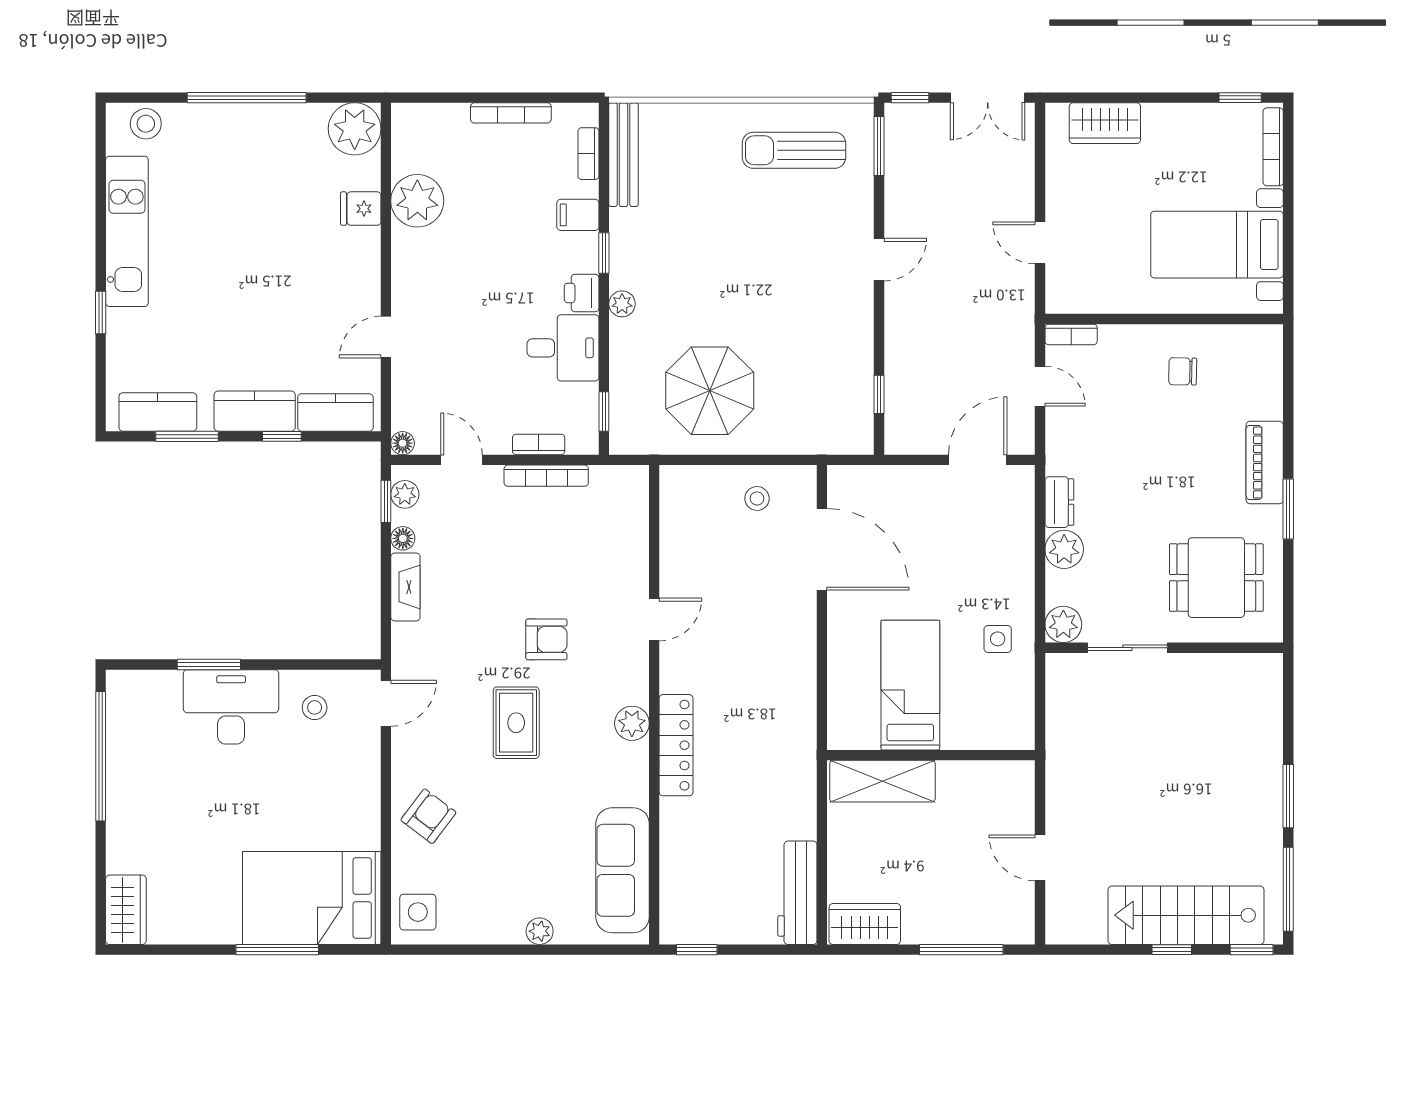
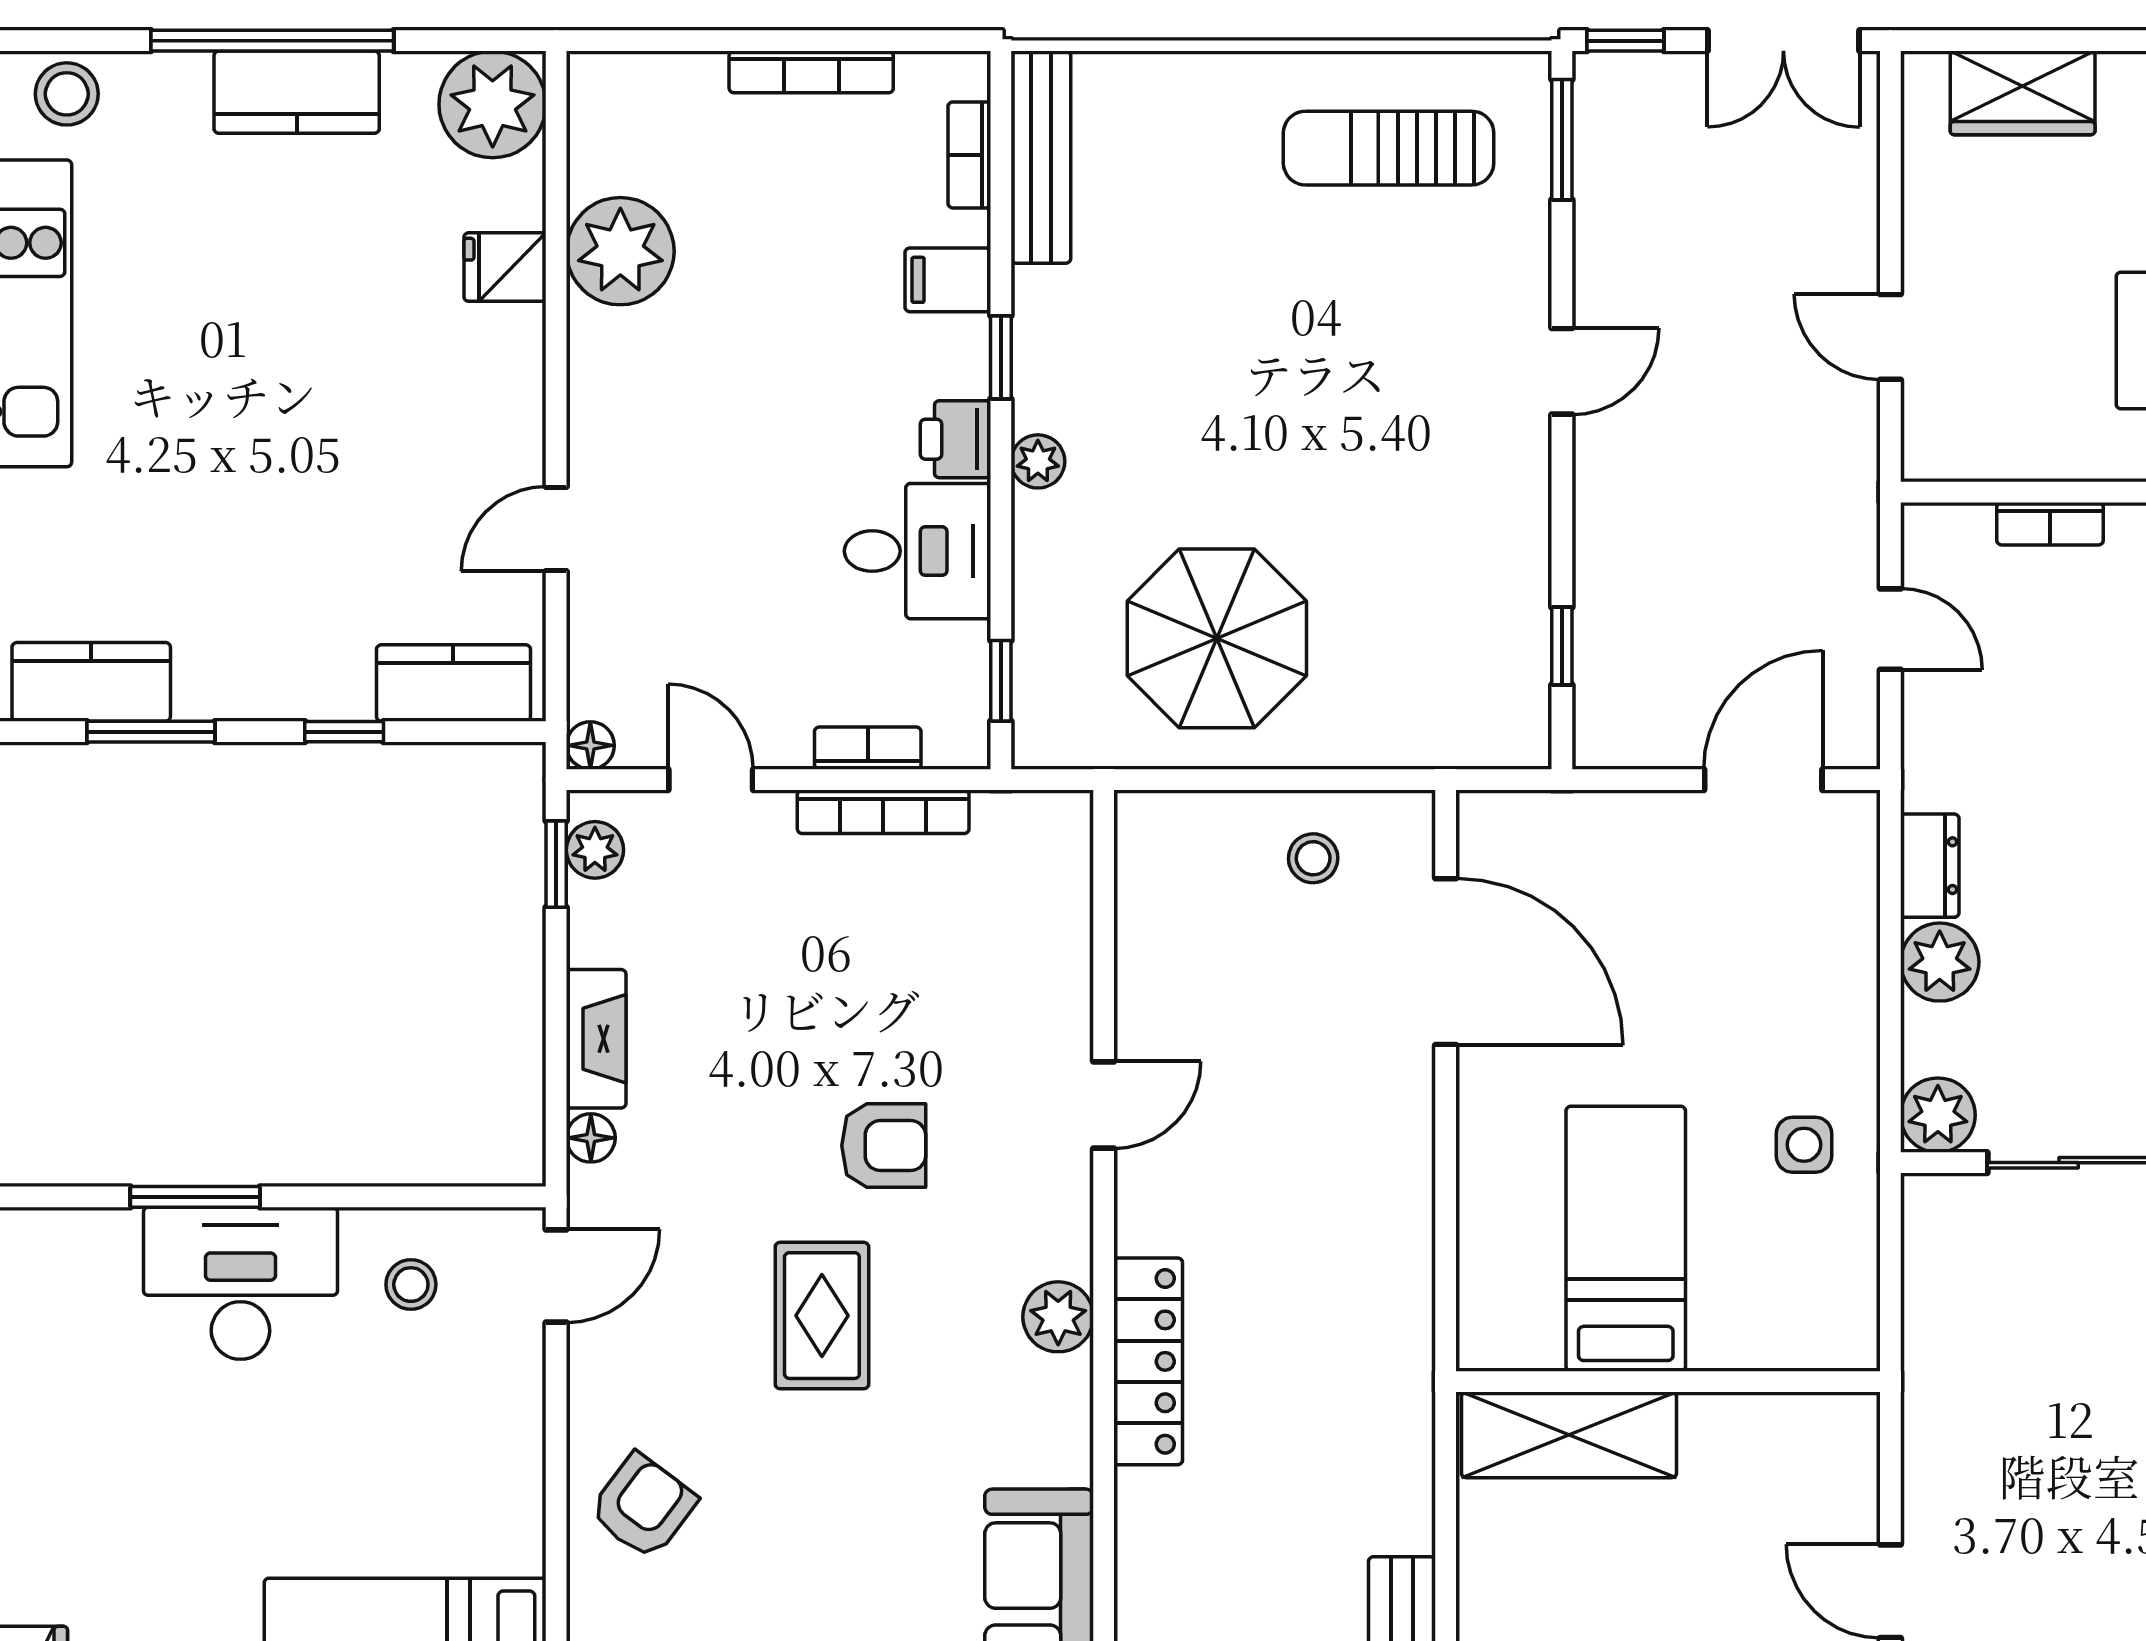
bookcase: (1071, 334) -> (2050, 524), moved
kitchen counter: (255, 411) -> (297, 92), moved, turned 180
floor lamp: (403, 538) -> (591, 1138), moved

